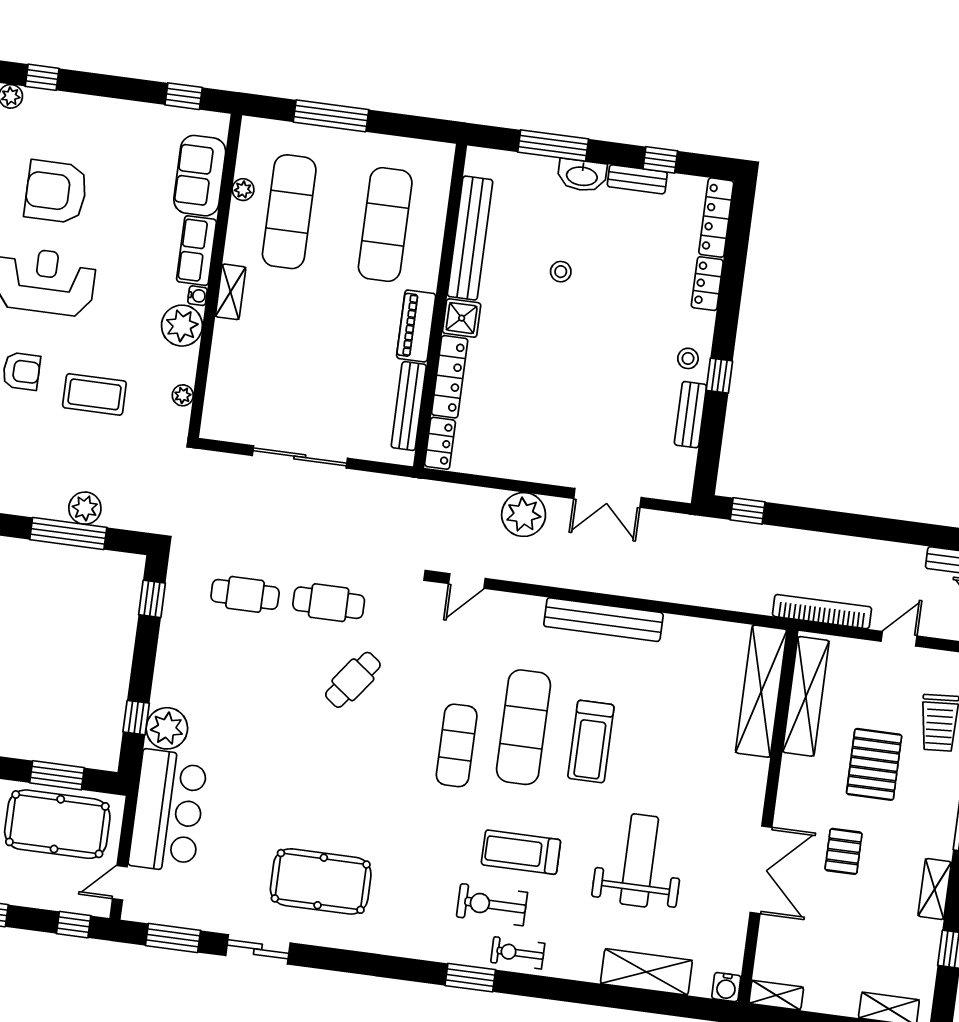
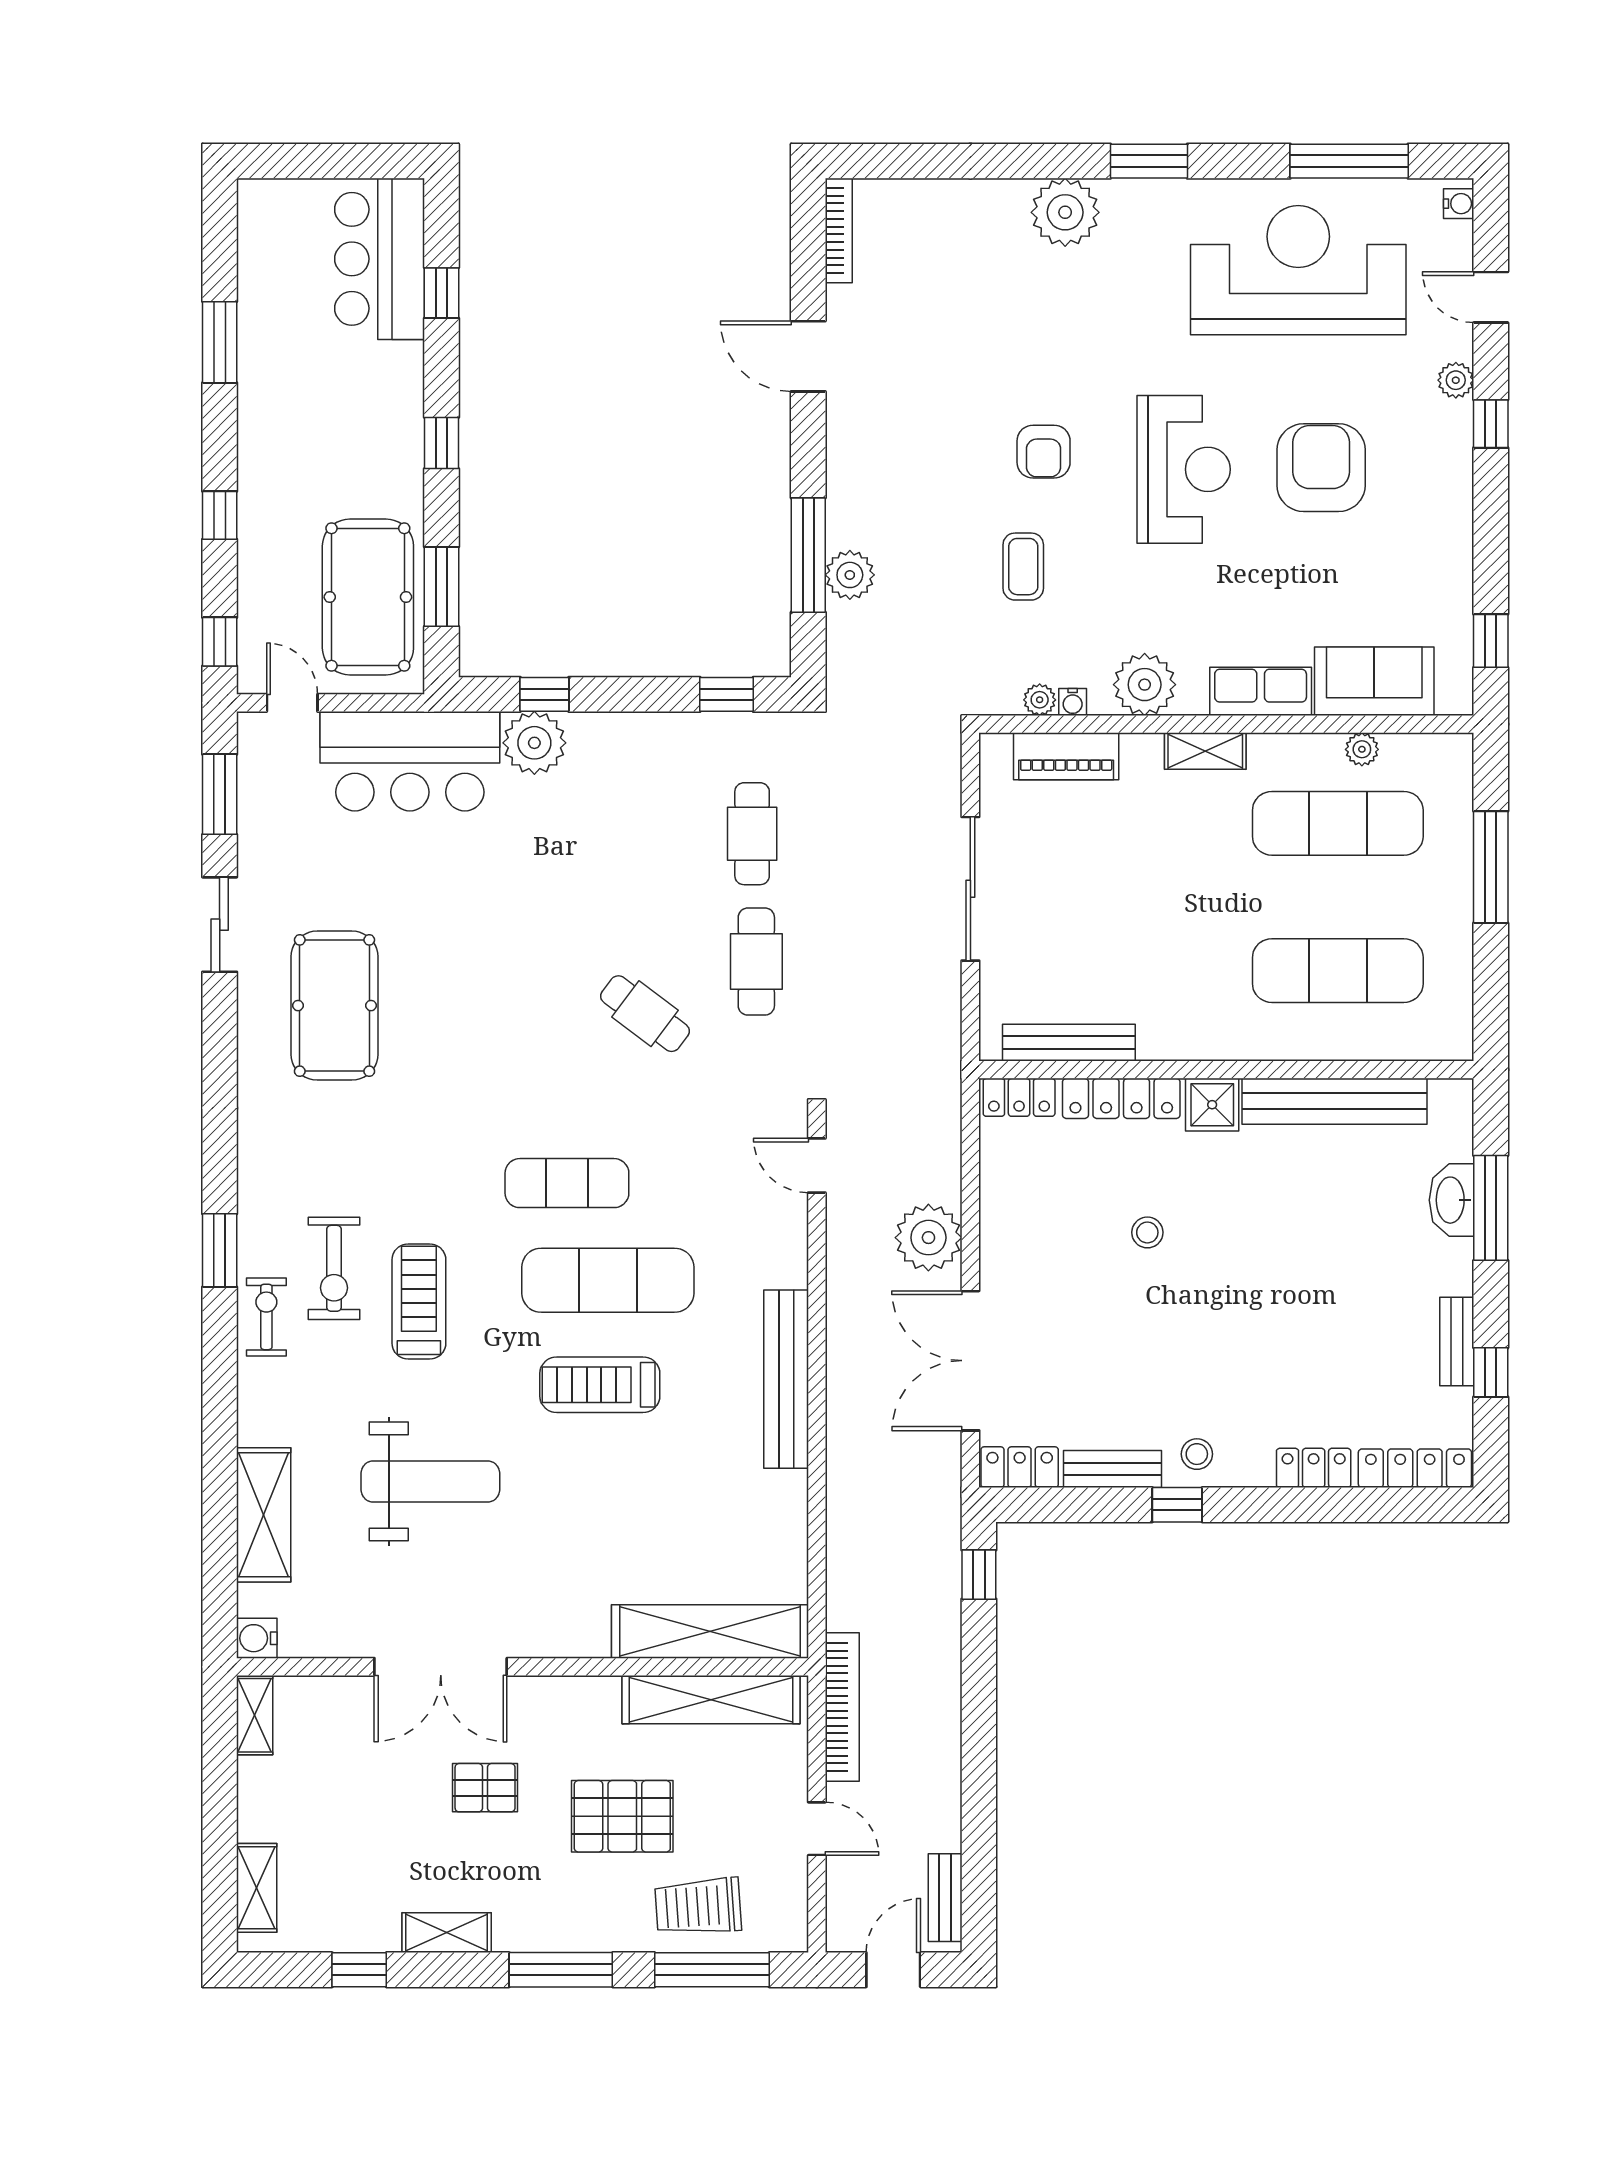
washbasin: (582, 175) -> (1451, 1200), moved
stool: (561, 272) -> (1147, 1232), moved
water cooler: (197, 296) -> (1073, 702), moved
piano: (416, 326) -> (1066, 756), moved, turned 180
coffee table: (94, 394) -> (1023, 567), width x0.73, depth x0.77
locker: (681, 475) -> (1020, 1467), added
double door: (607, 498) -> (970, 1361), width x1.37
exercise bike: (492, 905) -> (334, 1268), turned 180

